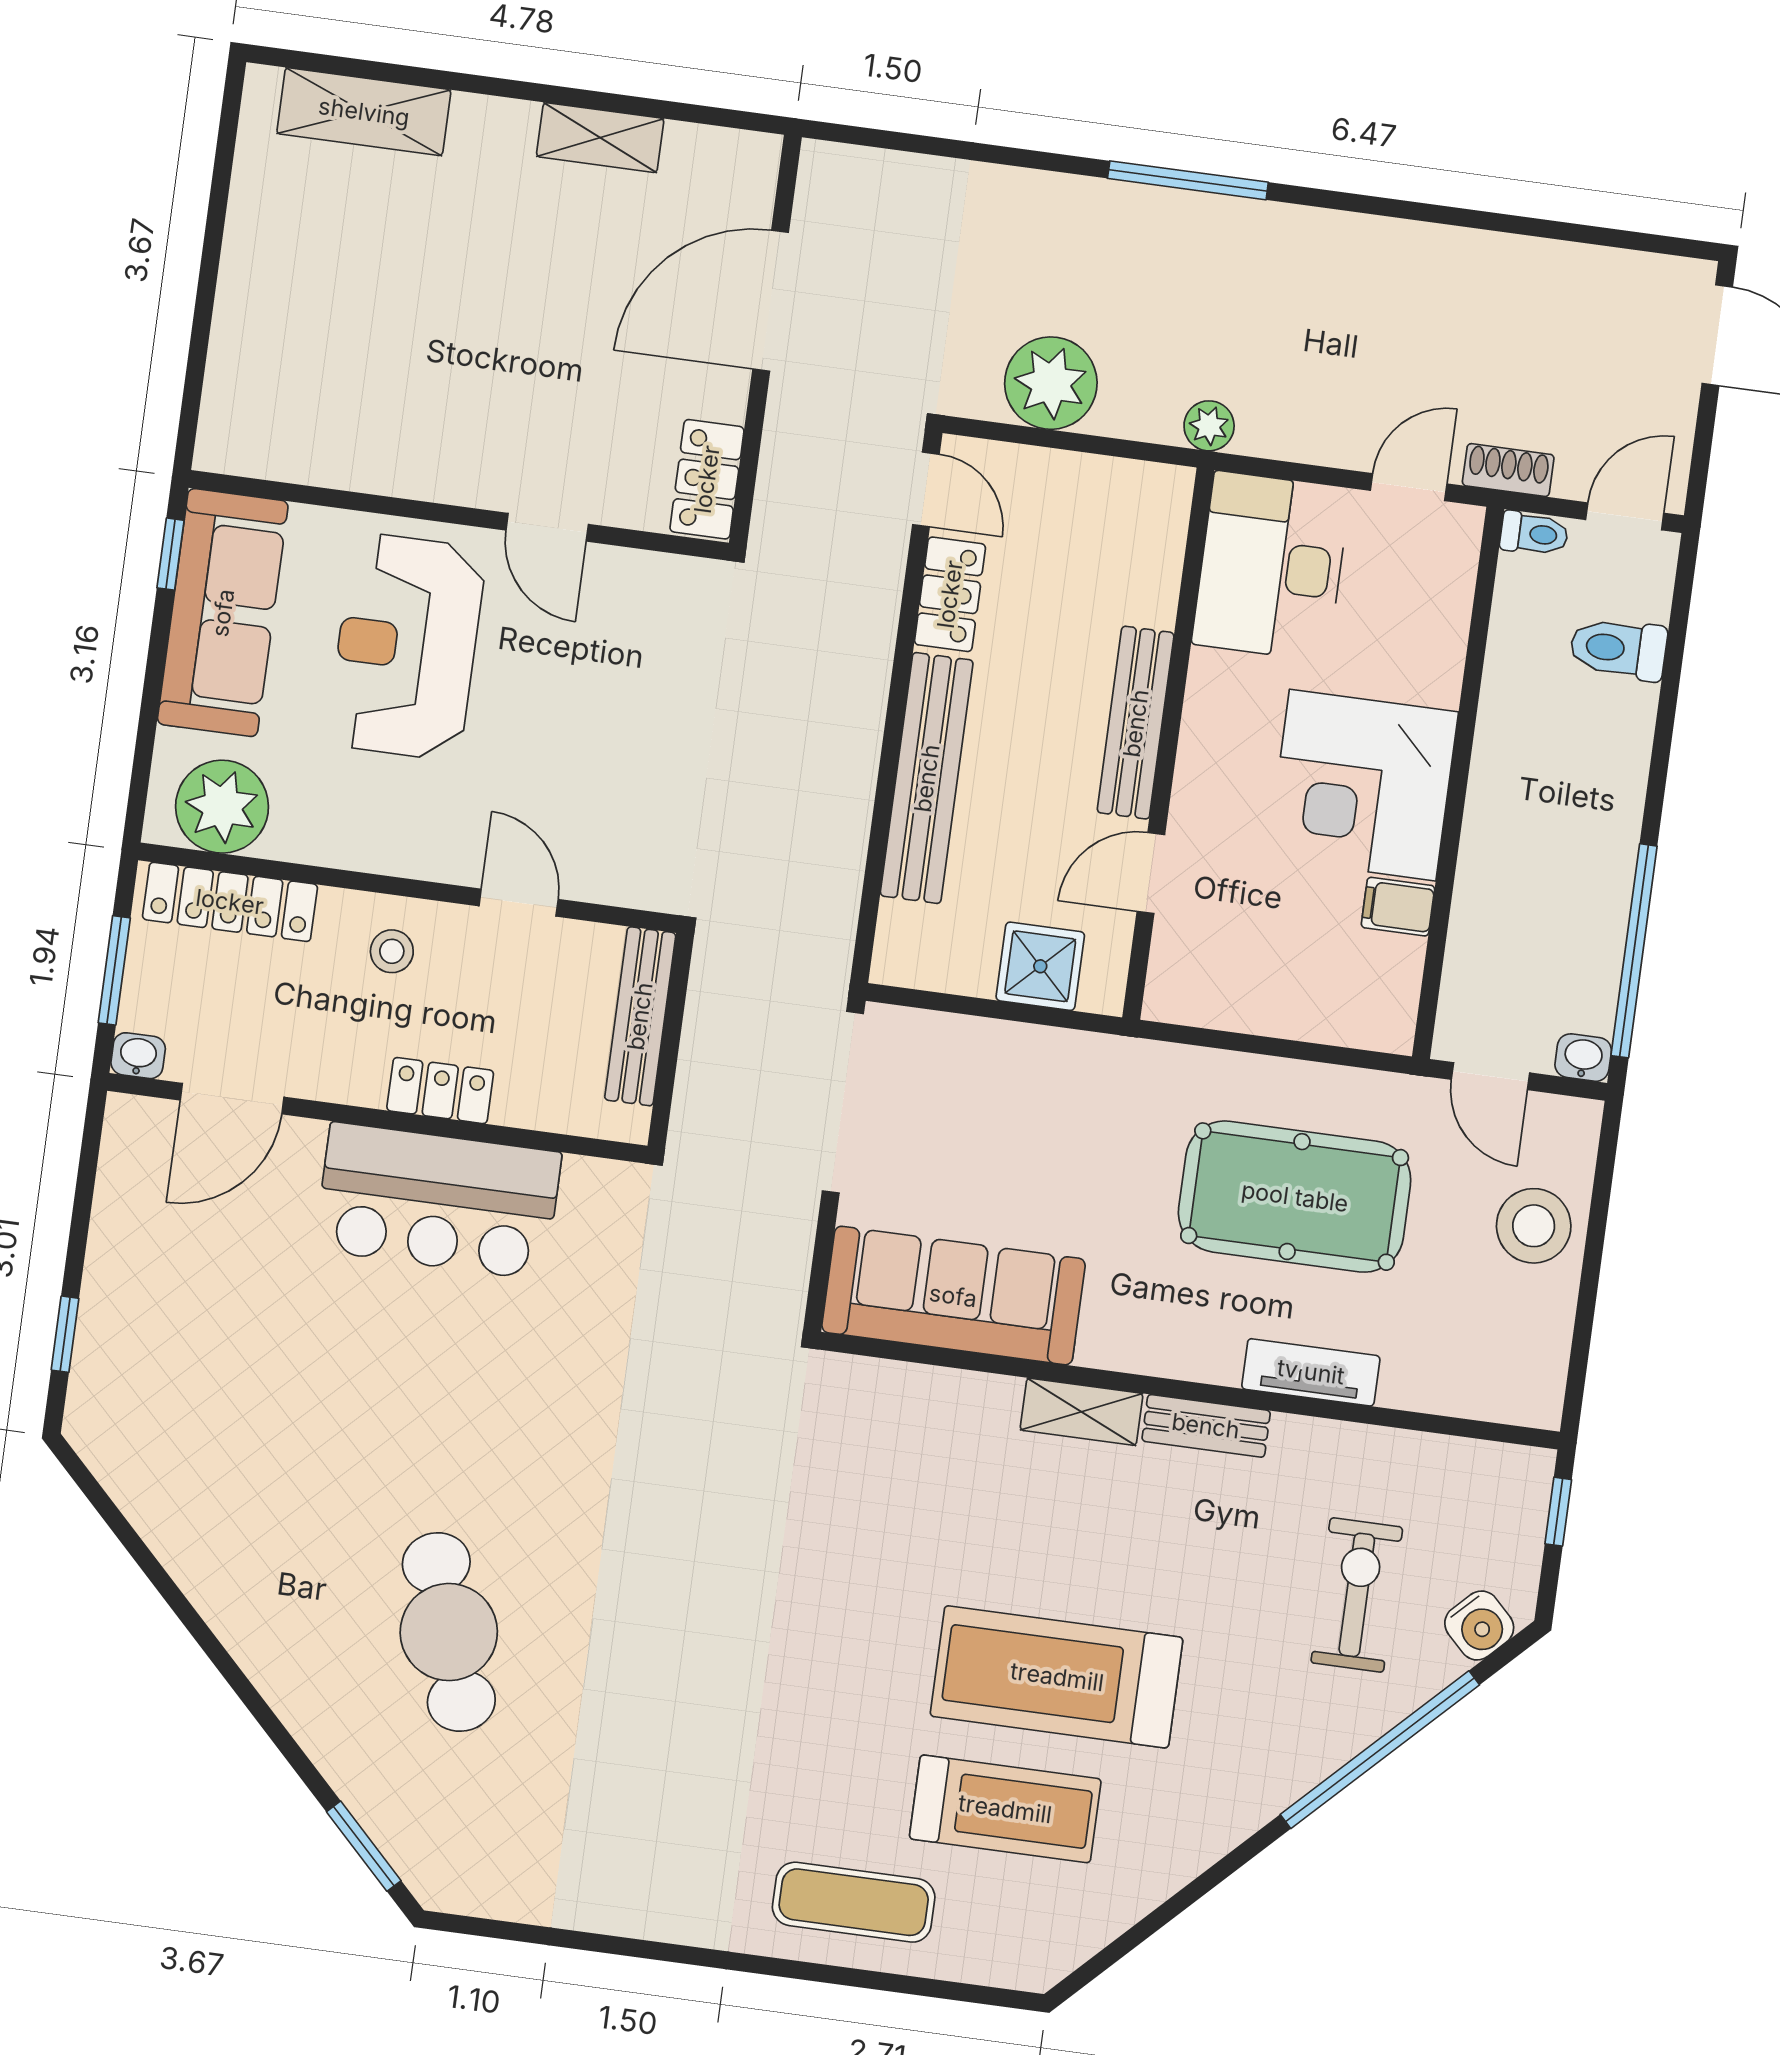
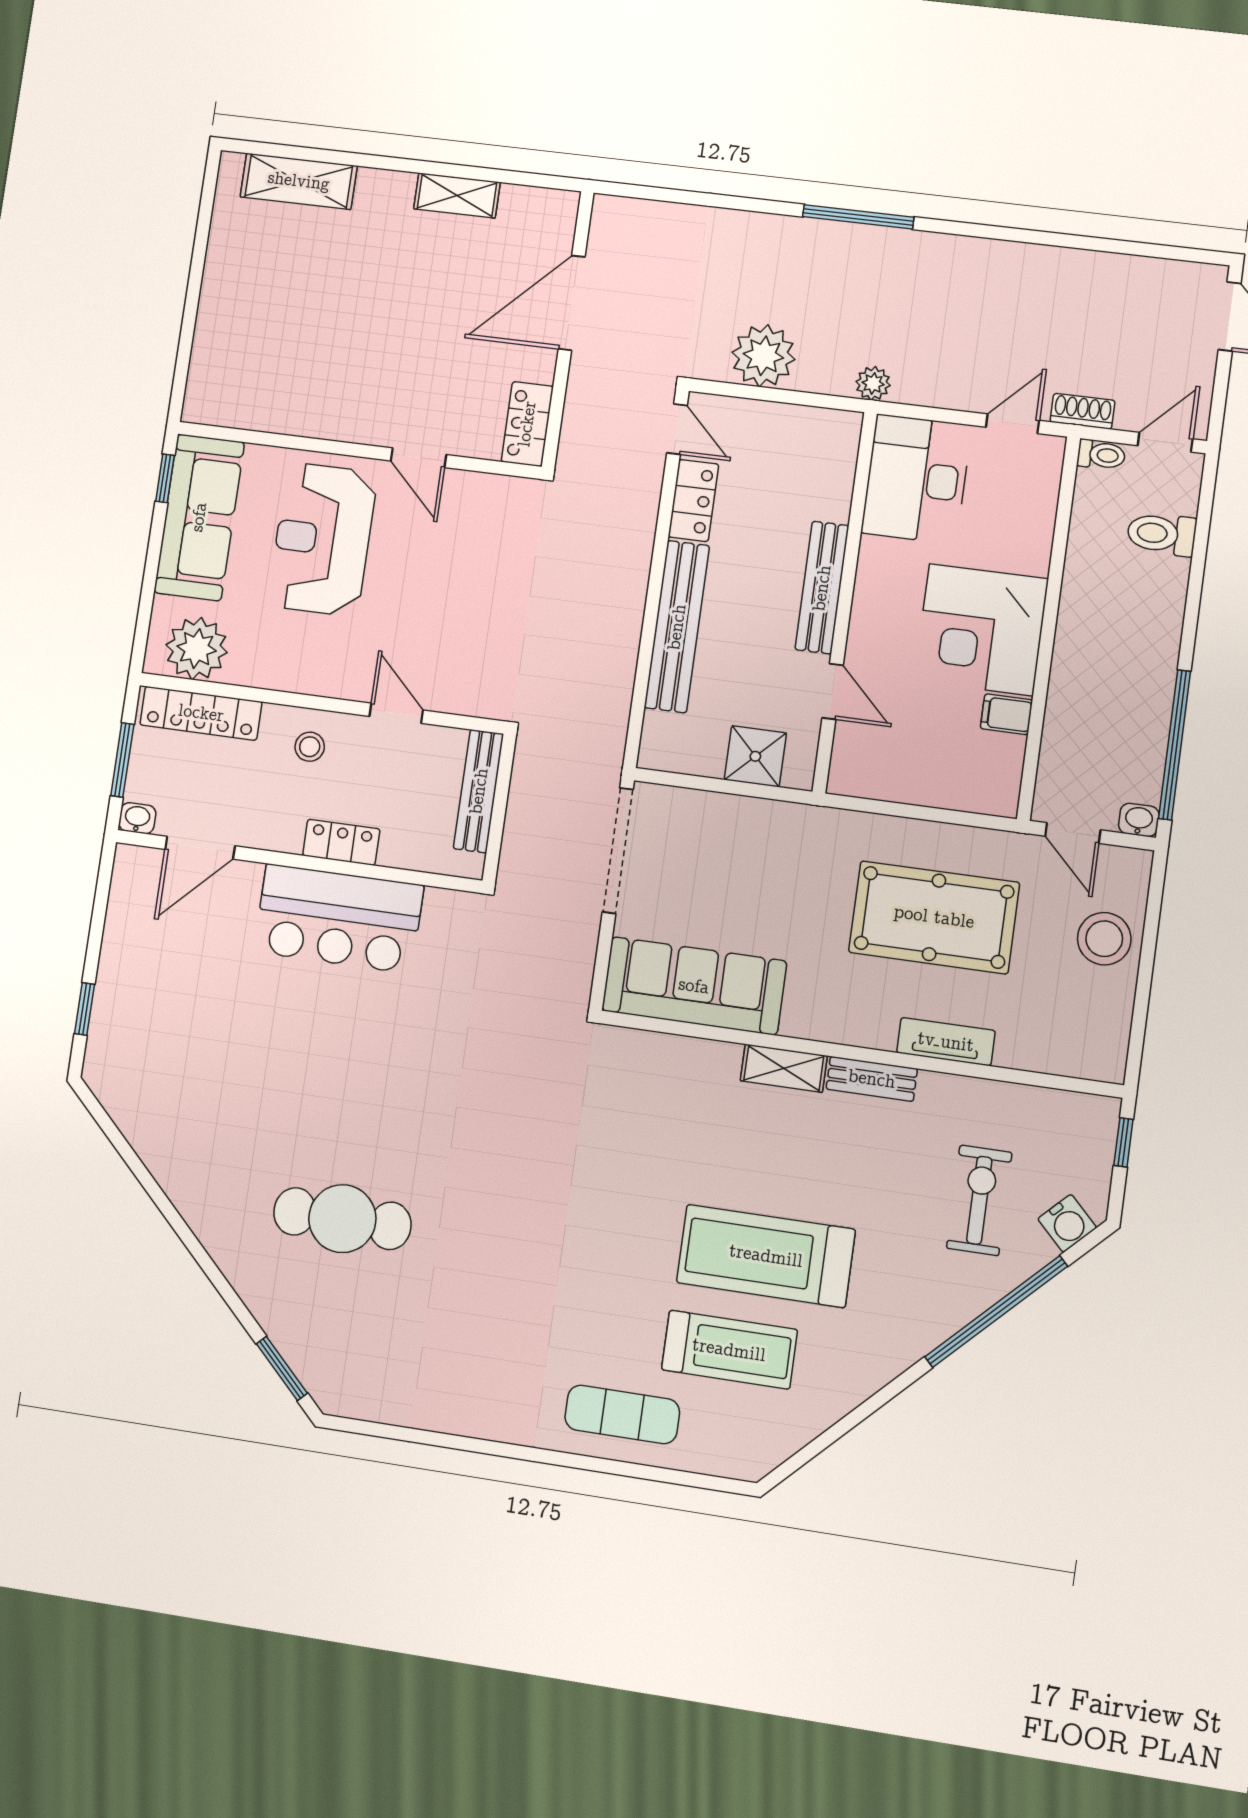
door: (1151, 873) -> (833, 691), swing flipped
cafe table: (449, 1632) -> (342, 1219), turned -72

